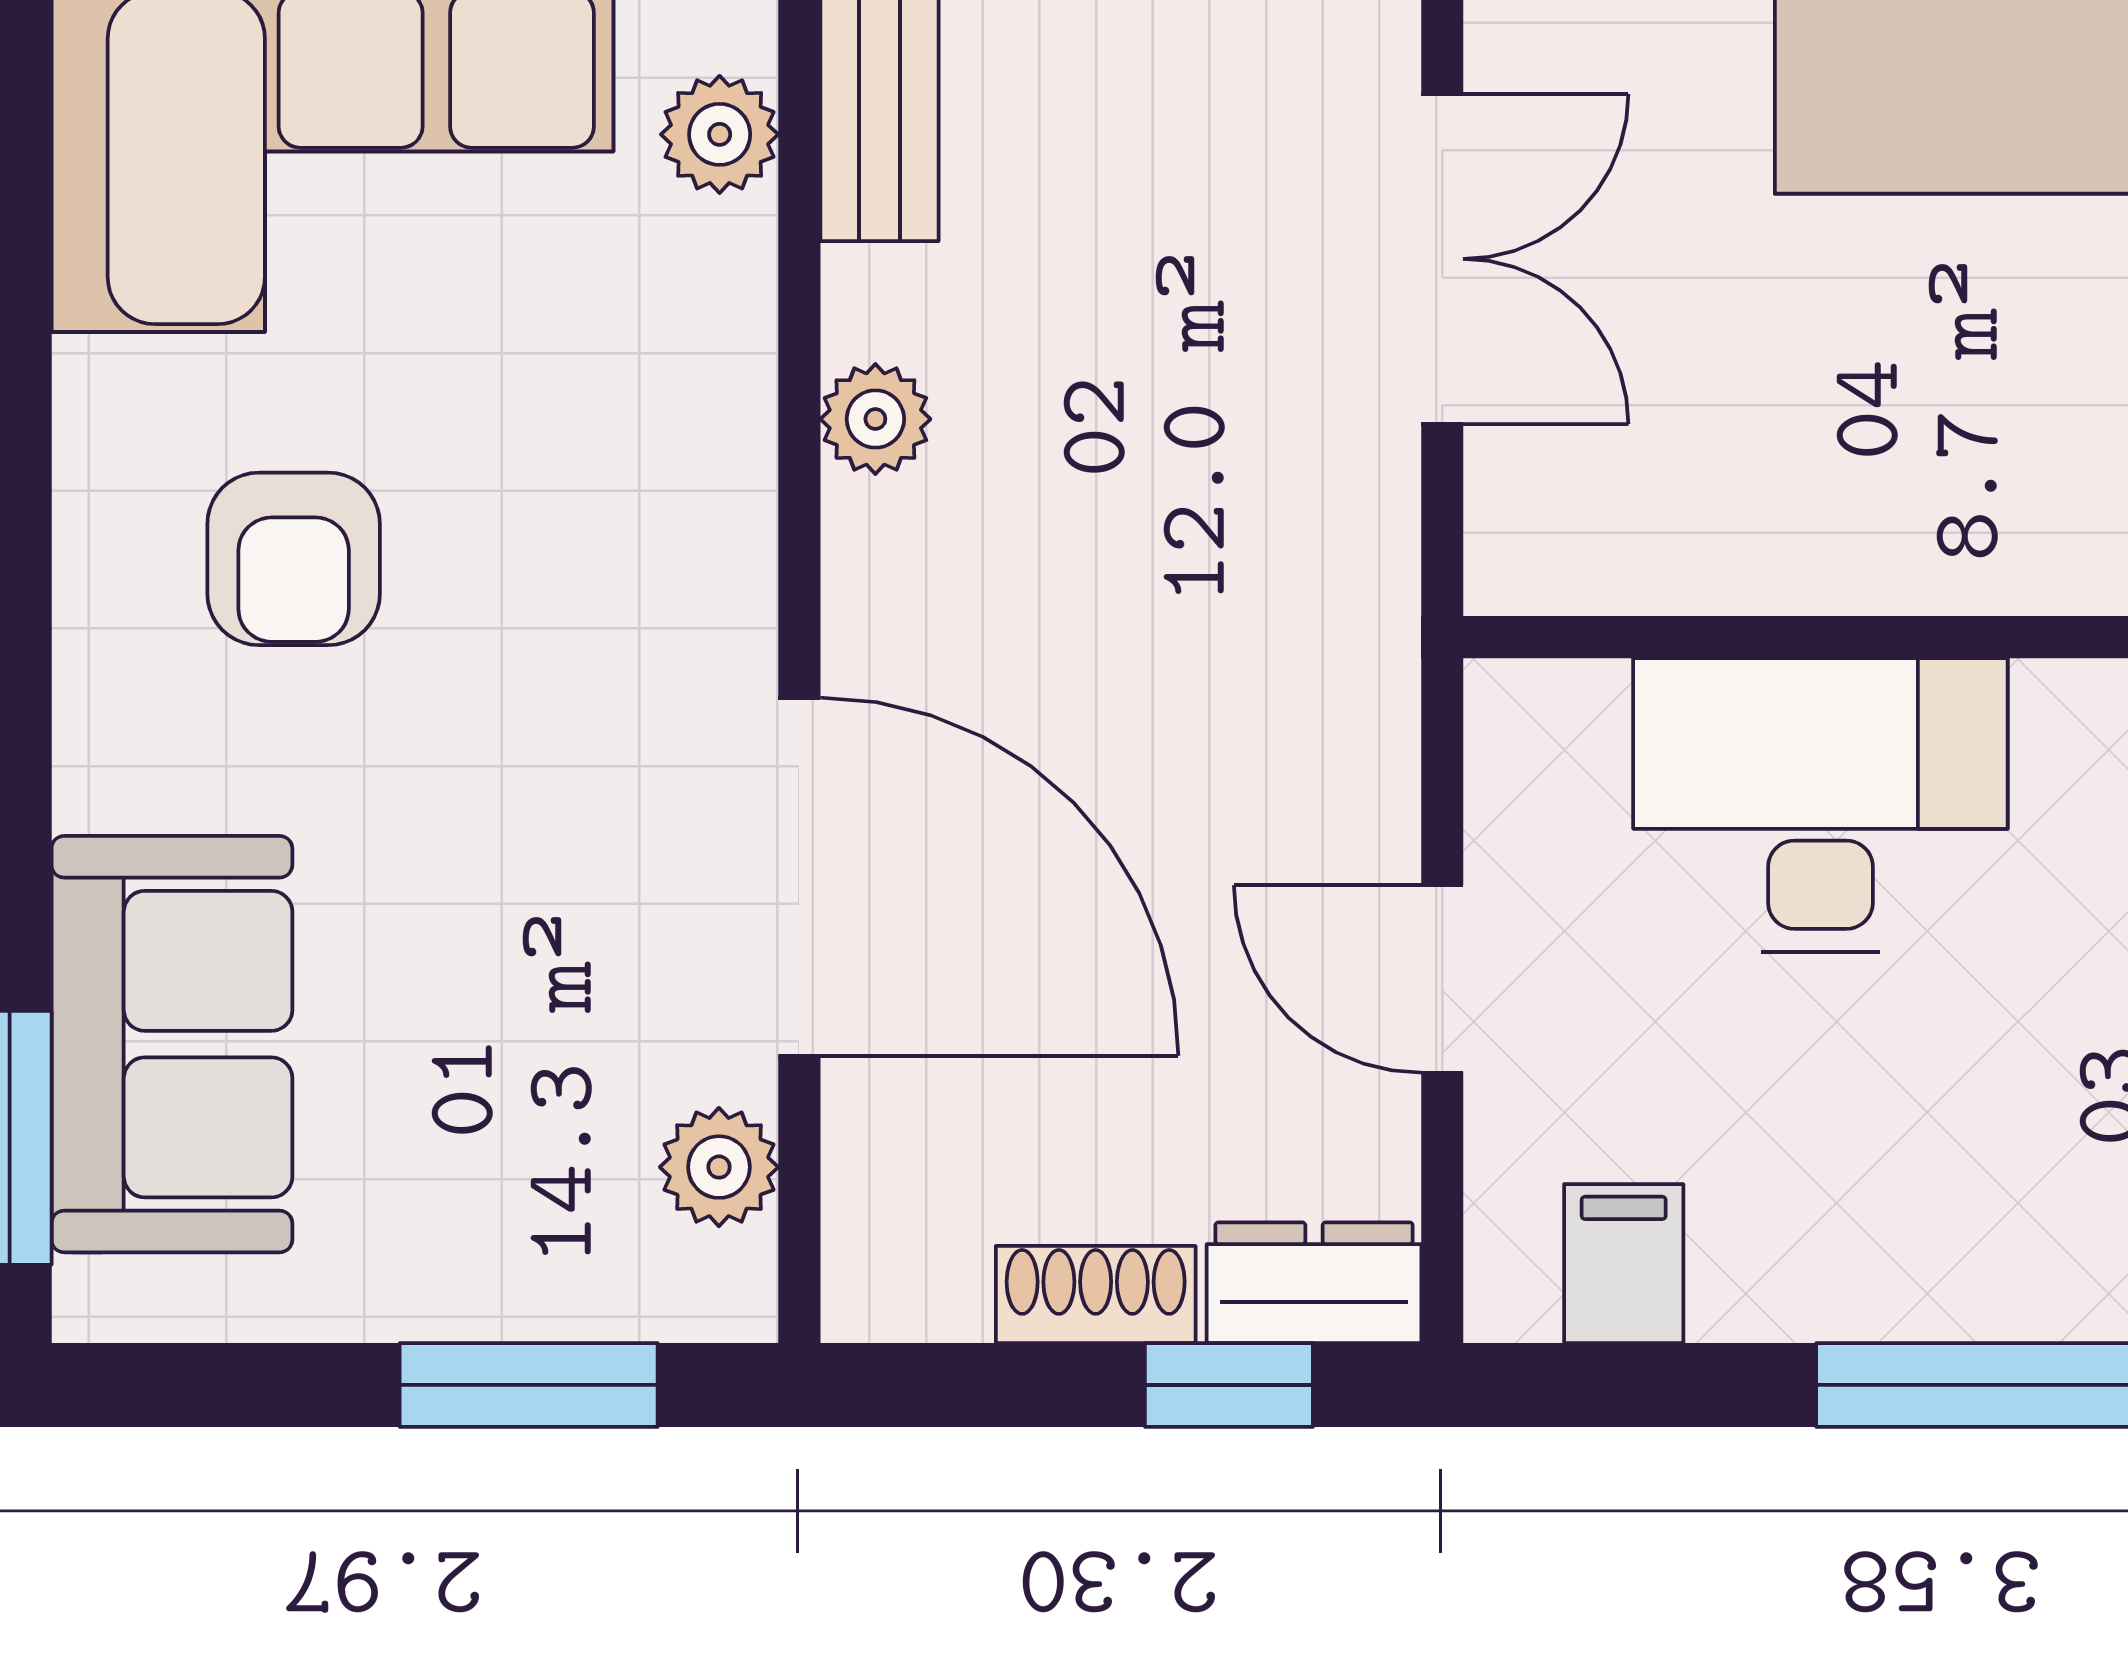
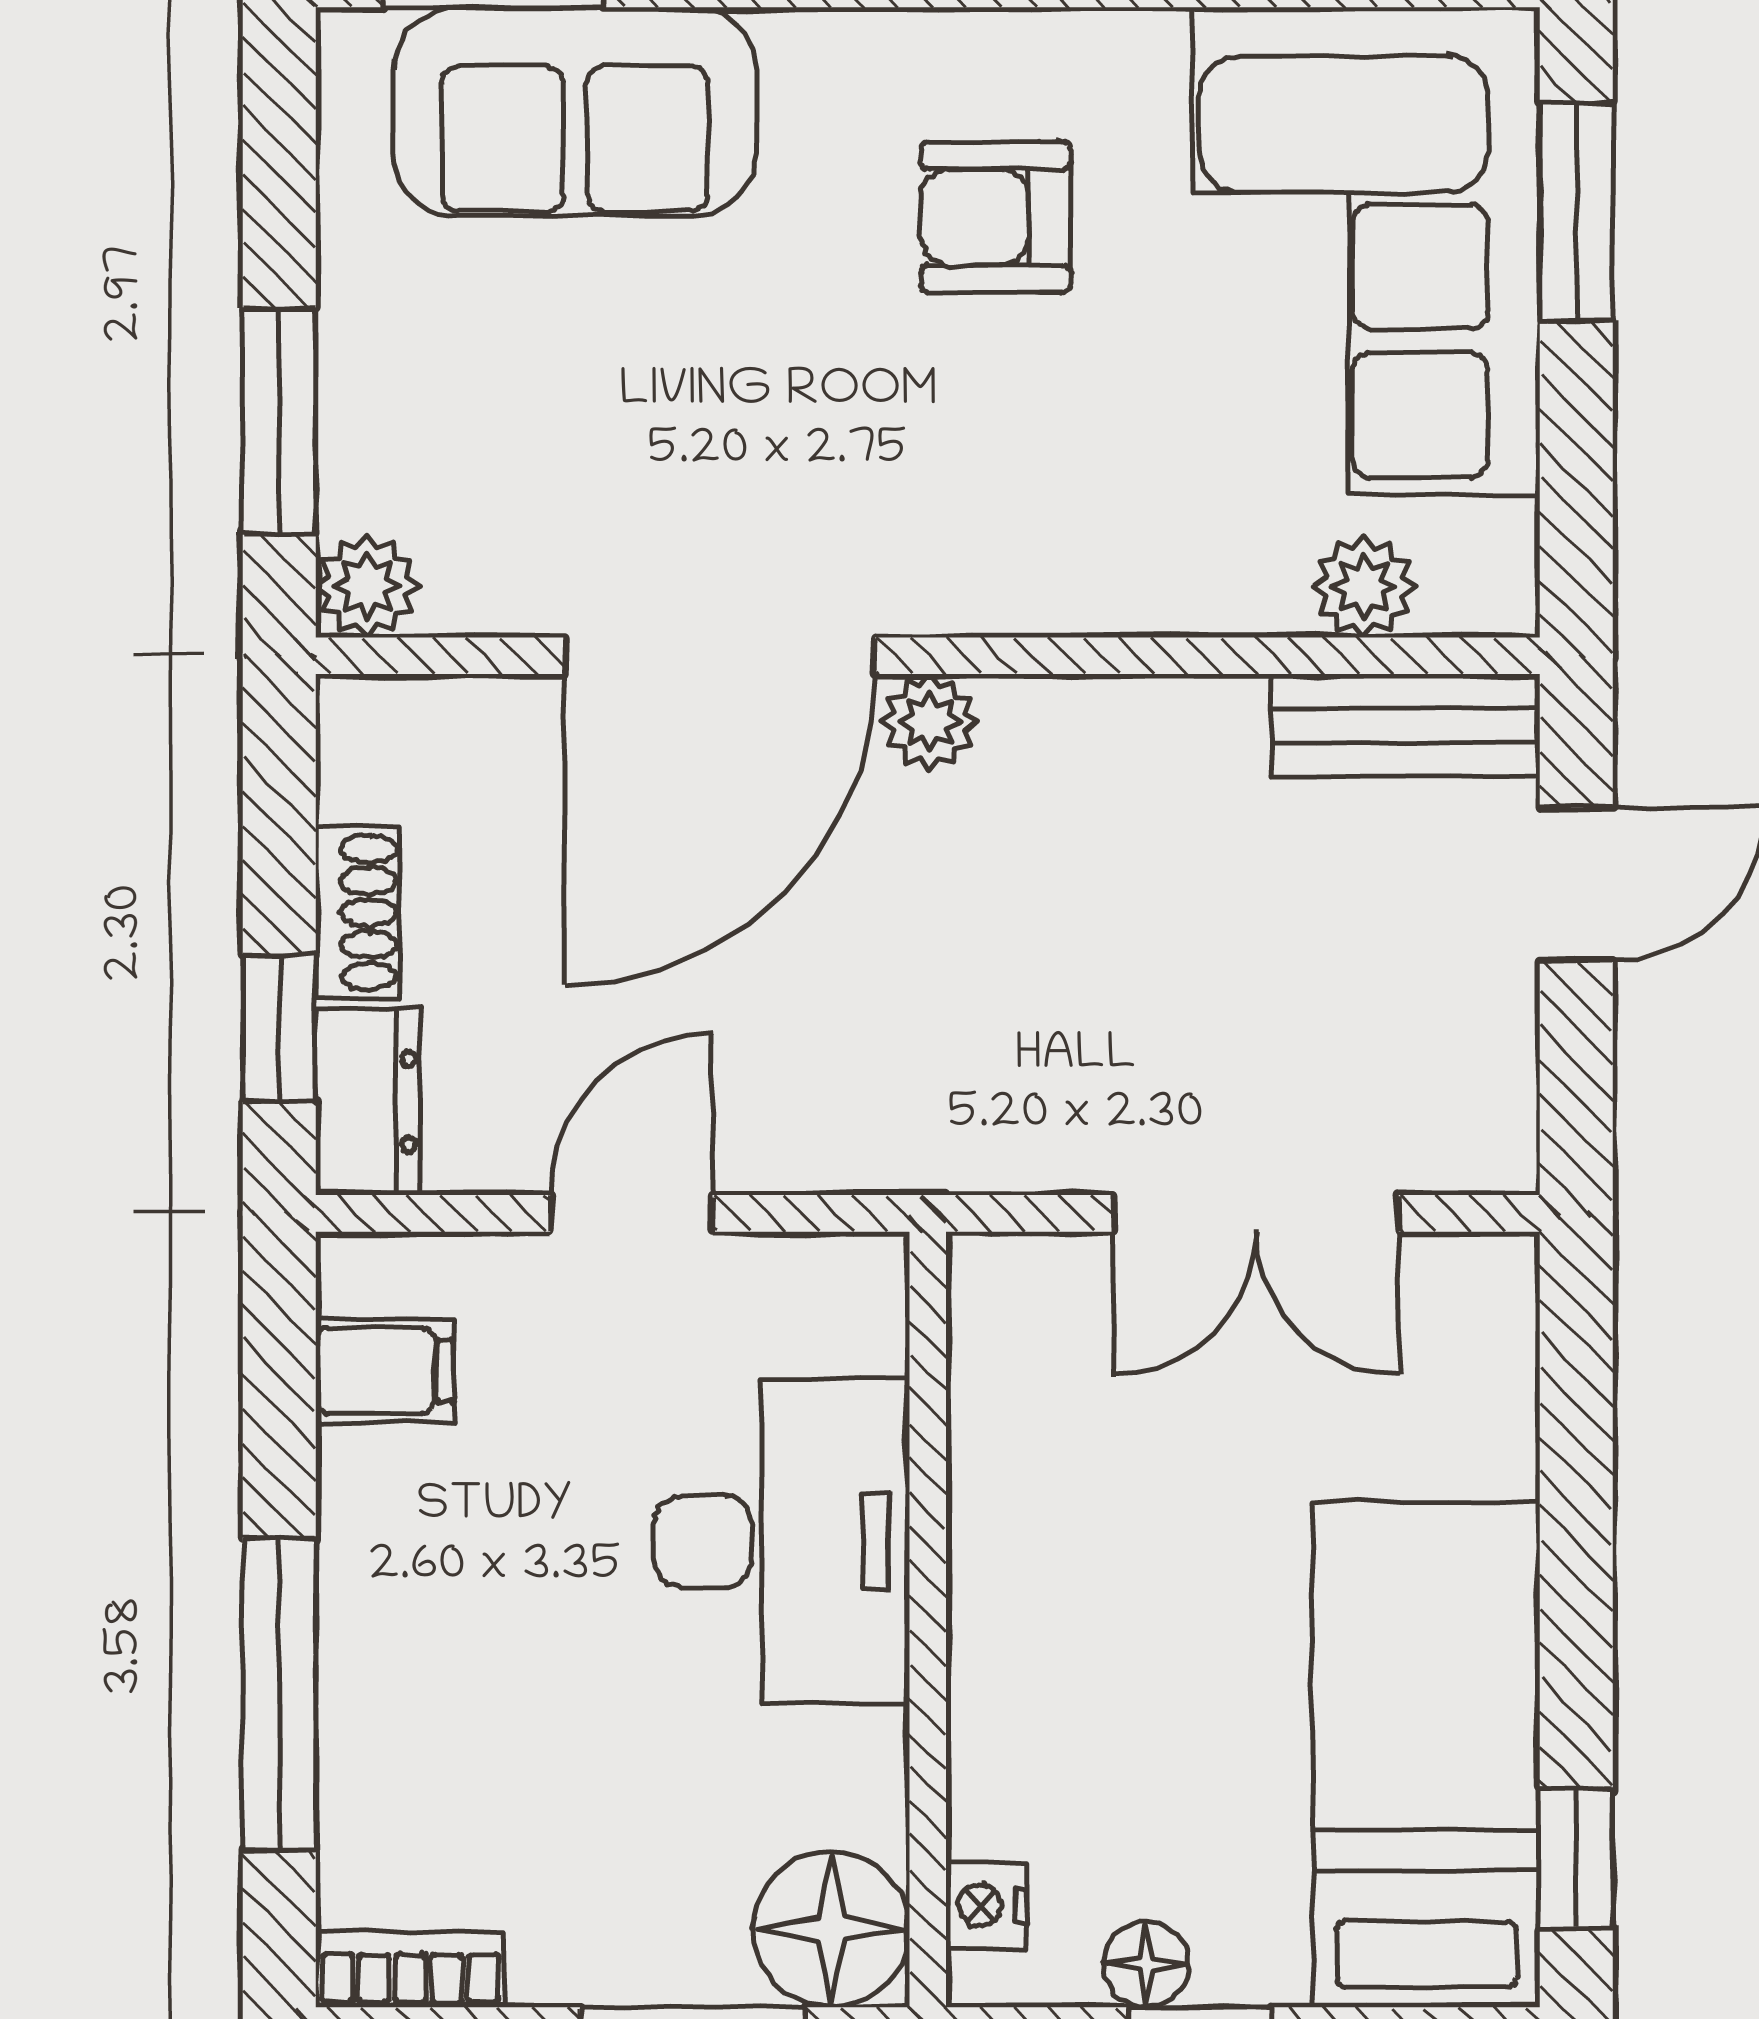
plant: (875, 419) -> (929, 722), moved
plant: (719, 1167) -> (367, 586), moved

